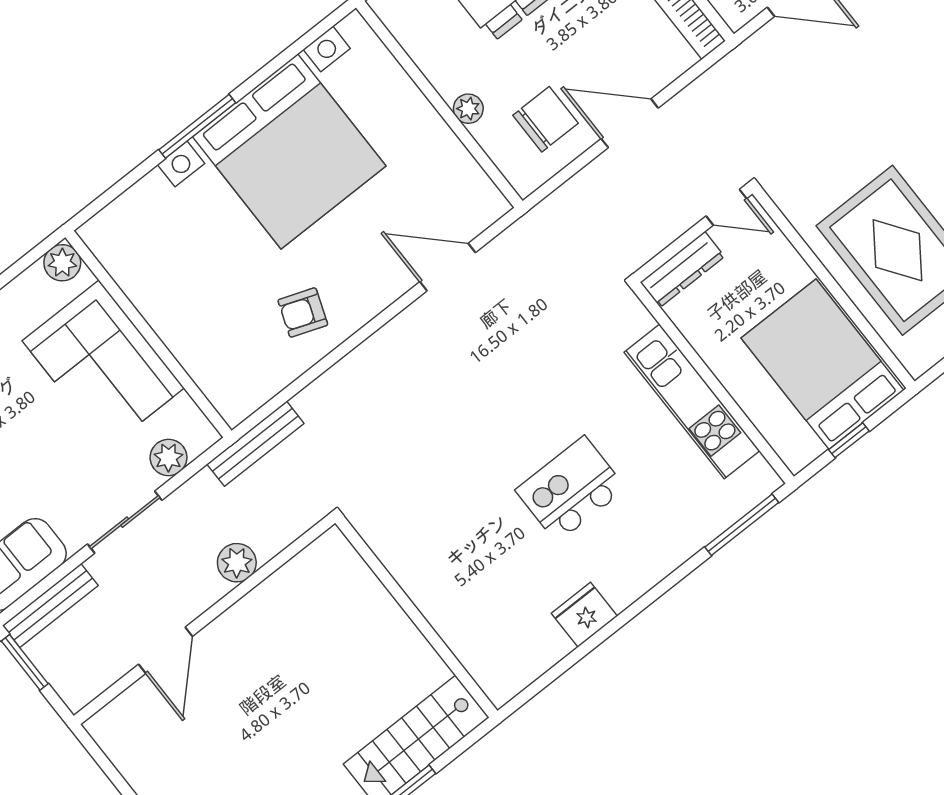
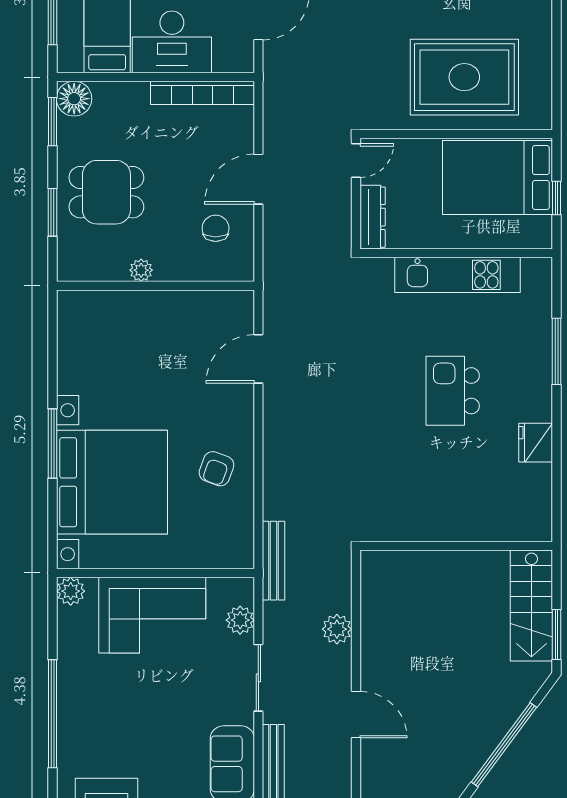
plant: (468, 109) -> (141, 270), moved
chair: (546, 119) -> (216, 228), width x0.73, depth x0.73
bed with nightstands: (289, 151) -> (112, 482), moved
window: (742, 525) -> (557, 351), moved

